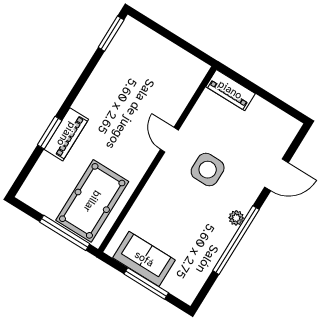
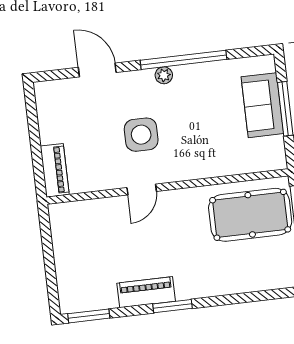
window: (50, 133) -> (172, 306), moved
piano: (66, 134) -> (146, 292), moved
sofa: (144, 259) -> (262, 105), moved

